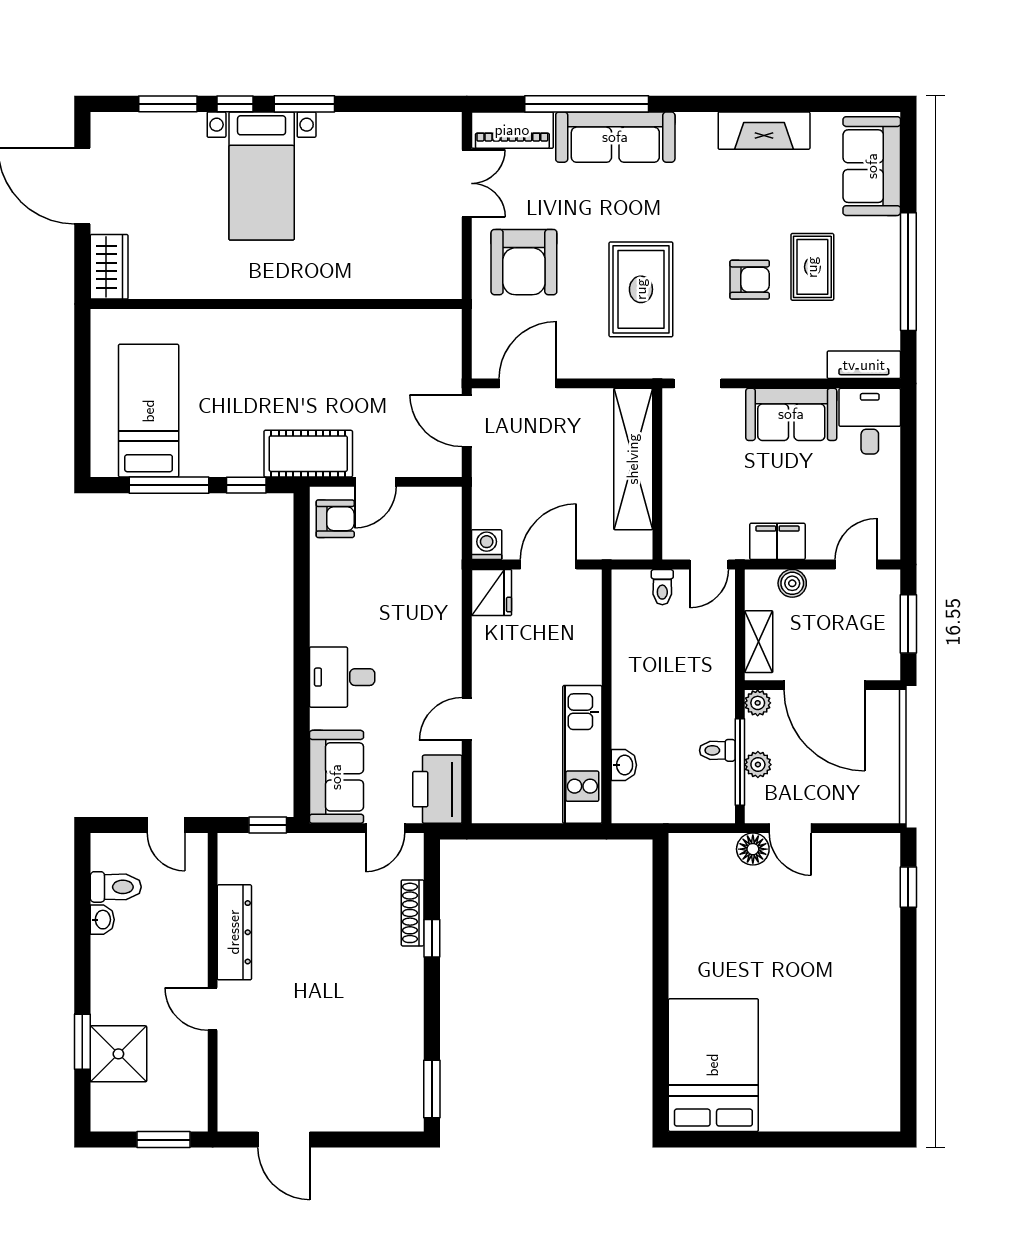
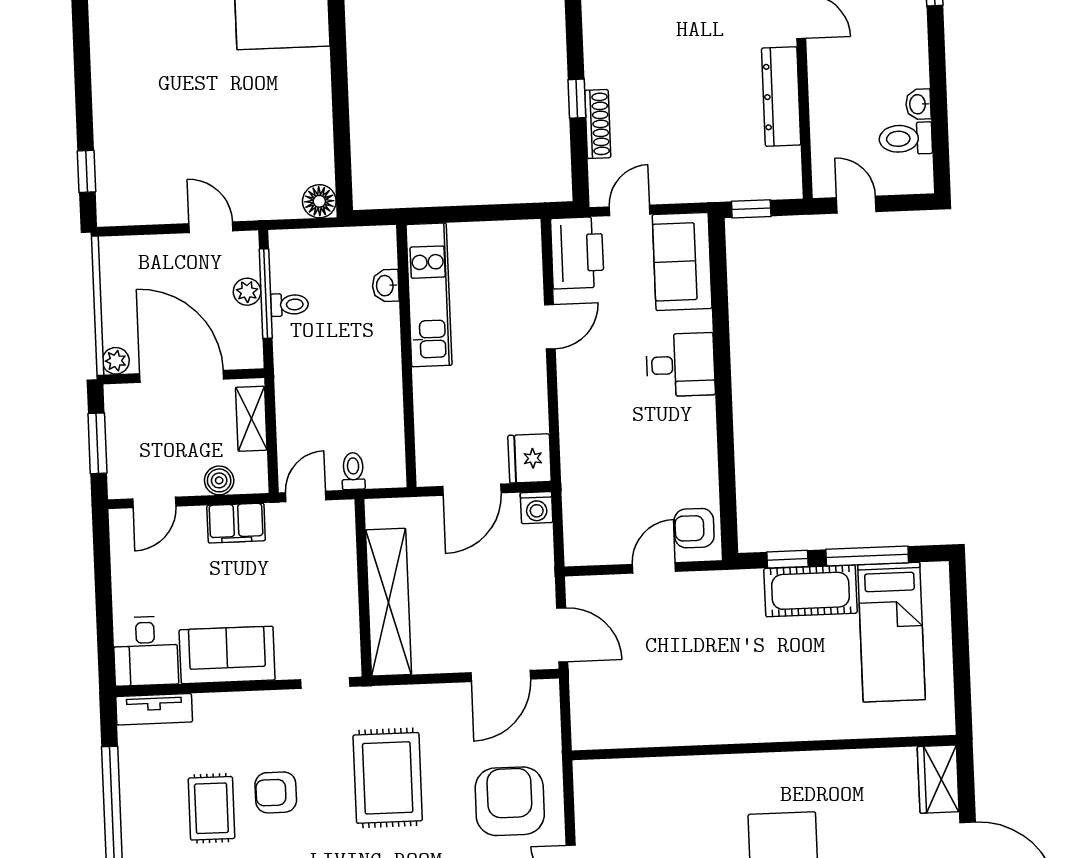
cot: (308, 454) -> (810, 591), moved
plant: (758, 703) -> (116, 361), moved
floor lamp: (753, 849) -> (319, 201), moved

